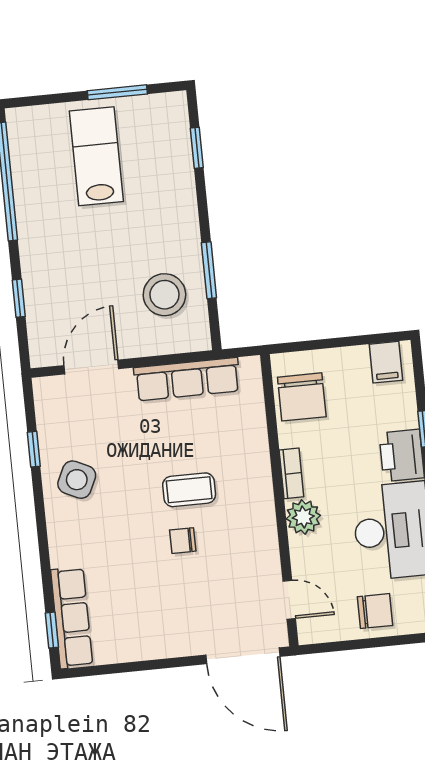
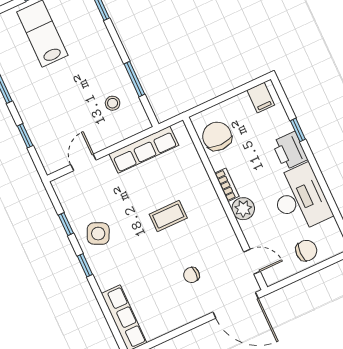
stool: (164, 295) -> (113, 103), width x0.53, depth x0.53
door: (91, 367) -> (83, 162), width x0.73
chair: (302, 397) -> (217, 136), turned 180
chair: (183, 541) -> (191, 275), moved
window: (52, 630) -> (85, 265), moved

